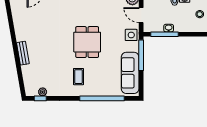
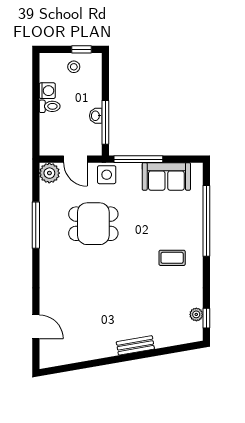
door: (141, 15) -> (75, 159), hinge flipped
dining table: (87, 42) -> (93, 224), moved
sofa: (130, 73) -> (166, 176), width x0.73

